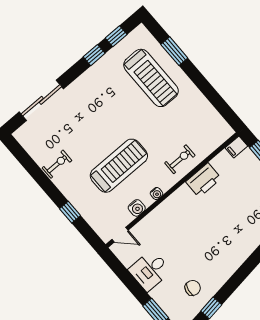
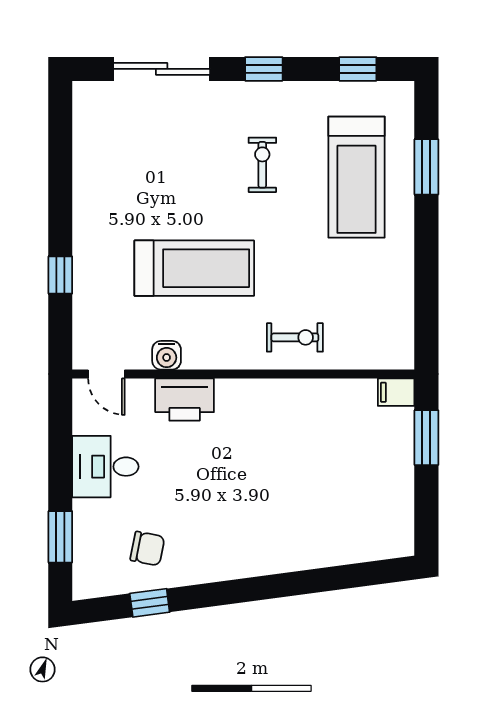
window: (94, 55) -> (264, 69), moved
exercise bike: (57, 164) -> (262, 165), moved, turned -90
printer: (203, 180) -> (185, 400), moved
water cooler: (156, 194) -> (215, 359), removed

